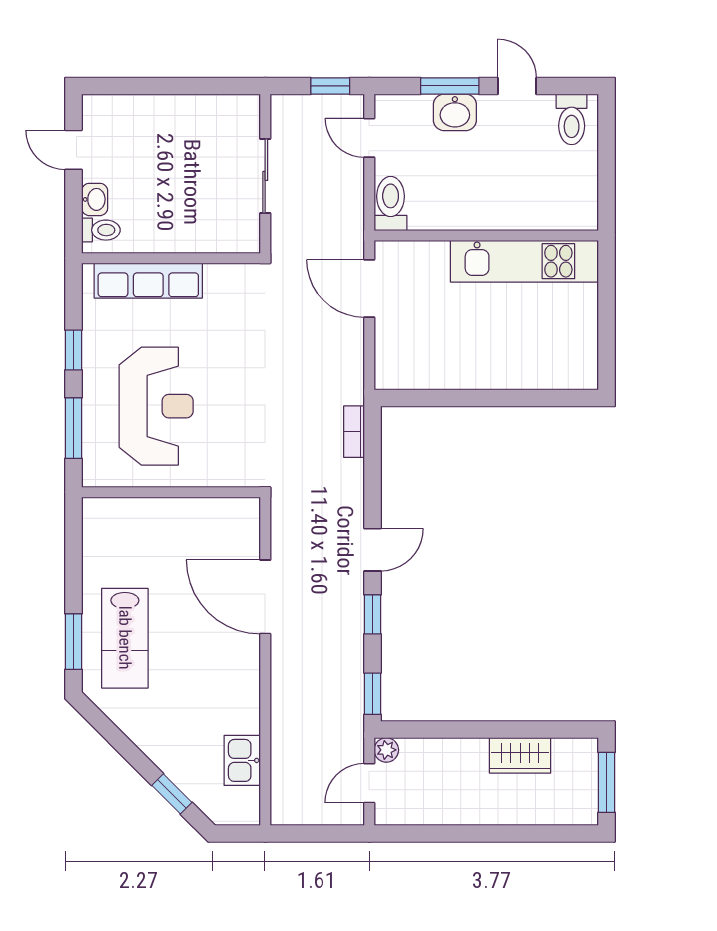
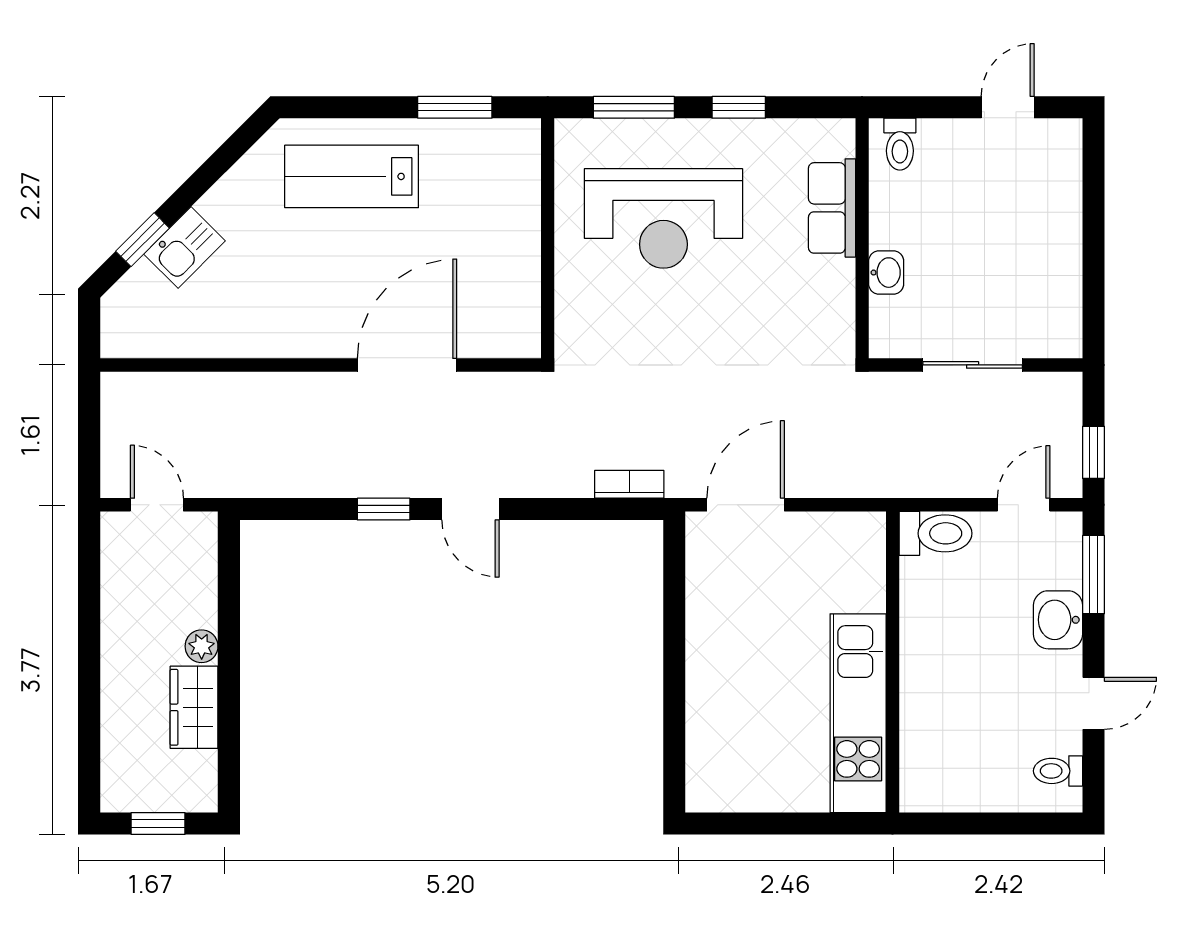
window: (450, 86) -> (1093, 575), moved
toilet: (572, 119) -> (1058, 771), width x0.73, depth x0.72
washbasin: (95, 199) -> (886, 273), moved, turned -90
row of seats: (148, 281) -> (832, 208), width x0.68
door: (369, 288) -> (746, 505), moved
window: (73, 642) -> (455, 107), moved
window: (372, 694) -> (277, 509), removed
plant: (386, 750) -> (202, 646), moved
kitchen sink: (242, 760) -> (185, 247), moved, turned 135
window: (607, 782) -> (158, 823), width x0.67

